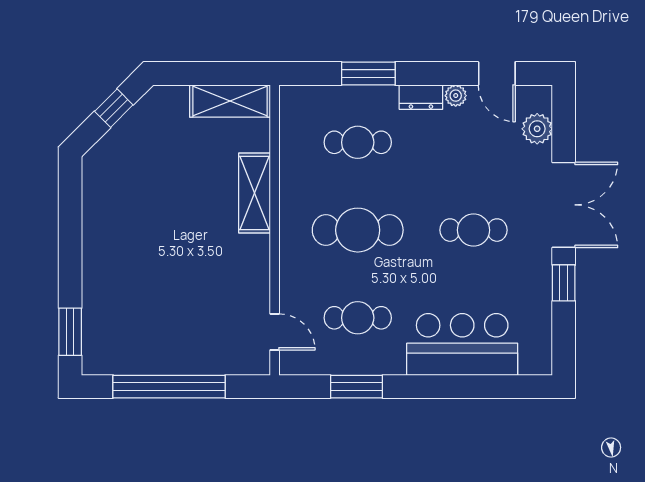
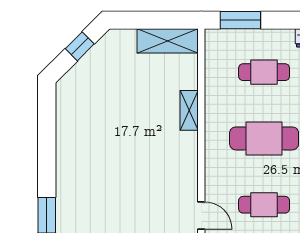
window: (368, 74) -> (240, 20), moved
shelving: (254, 193) -> (189, 110), width x0.67, depth x0.75

